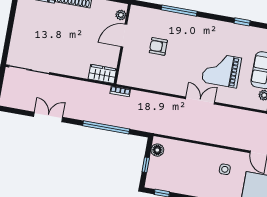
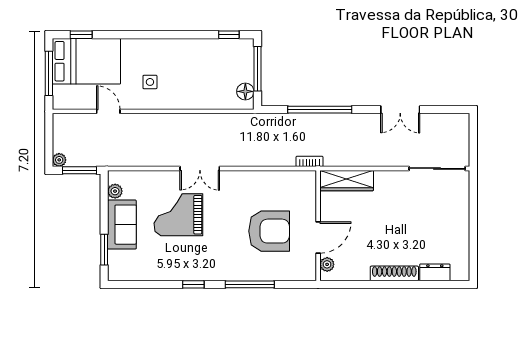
window: (242, 22) -> (193, 284), moved
armchair: (158, 46) -> (269, 231), width x1.88, depth x1.88
grand piano: (222, 70) -> (178, 215), turned 180
wardrobe: (102, 74) -> (347, 181), width x1.50
window: (146, 165) -> (257, 69), width x2.17

